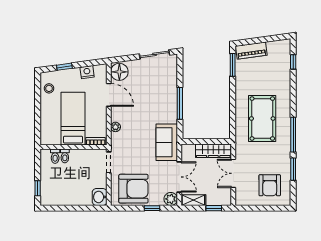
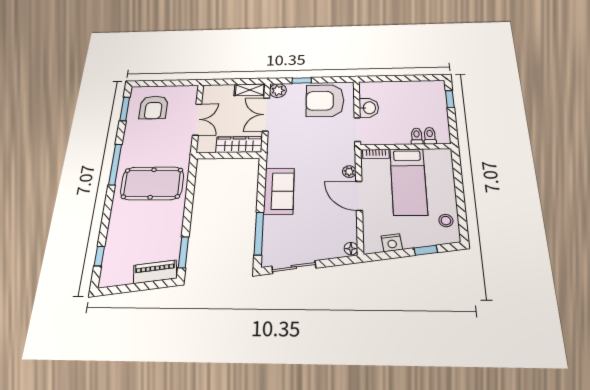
floor lamp: (119, 72) -> (351, 249), width x0.53, depth x0.53
door: (109, 95) -> (359, 196), moved
window: (180, 103) -> (259, 233), moved
pool table: (262, 119) -> (152, 183), turned 90
sofa: (167, 142) -> (279, 191), moved
wardrobe: (213, 151) -> (239, 144), moved
window: (293, 169) -> (125, 109), moved
armchair: (270, 185) -> (154, 107), turned 180
washbasin: (100, 197) -> (369, 108), moved
window: (214, 208) -> (225, 82), removed

